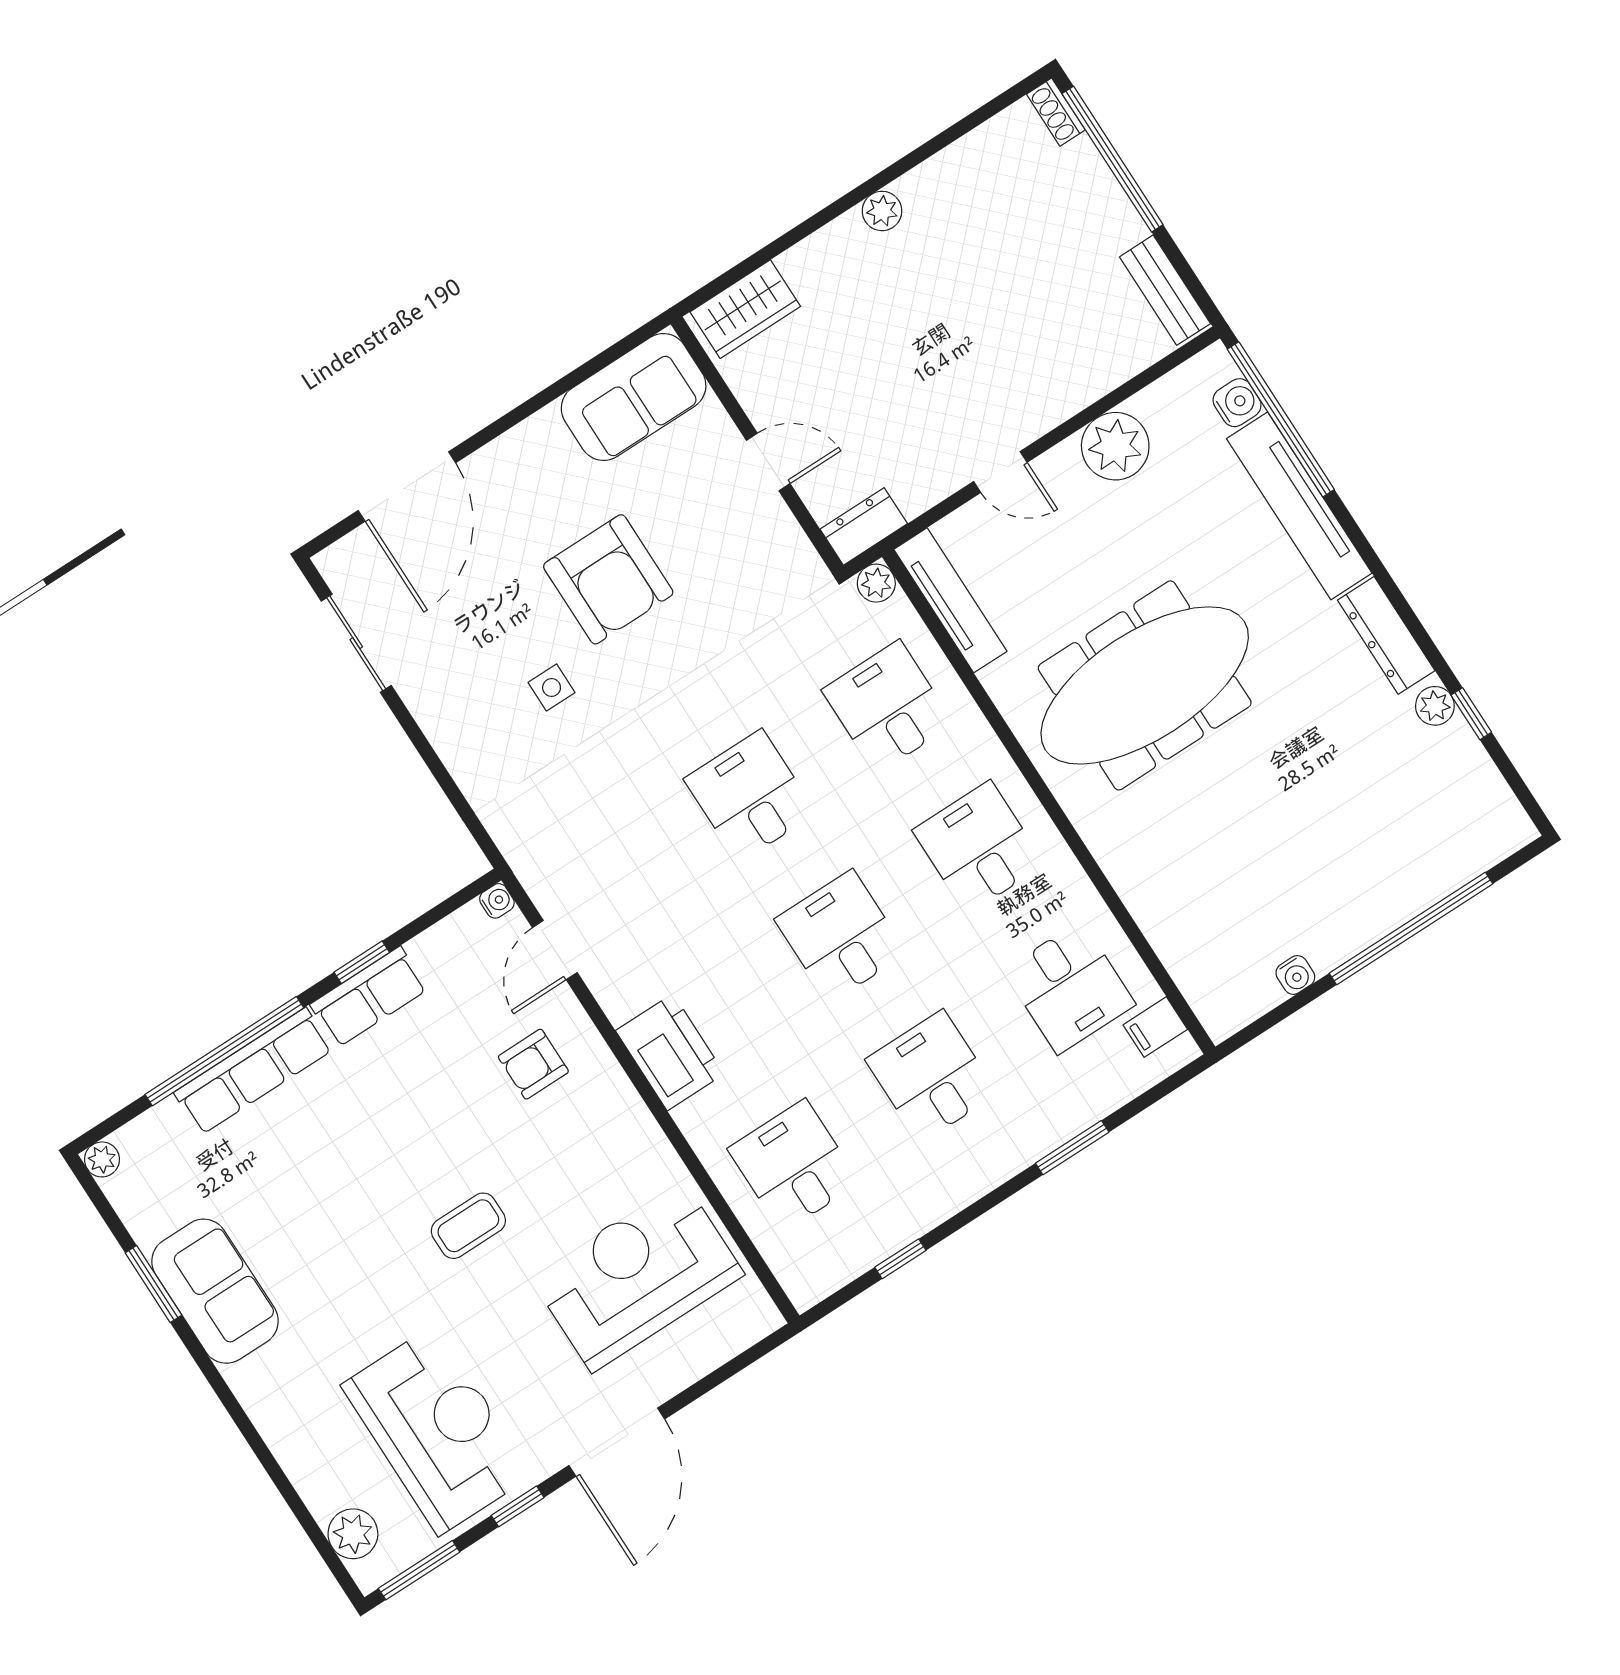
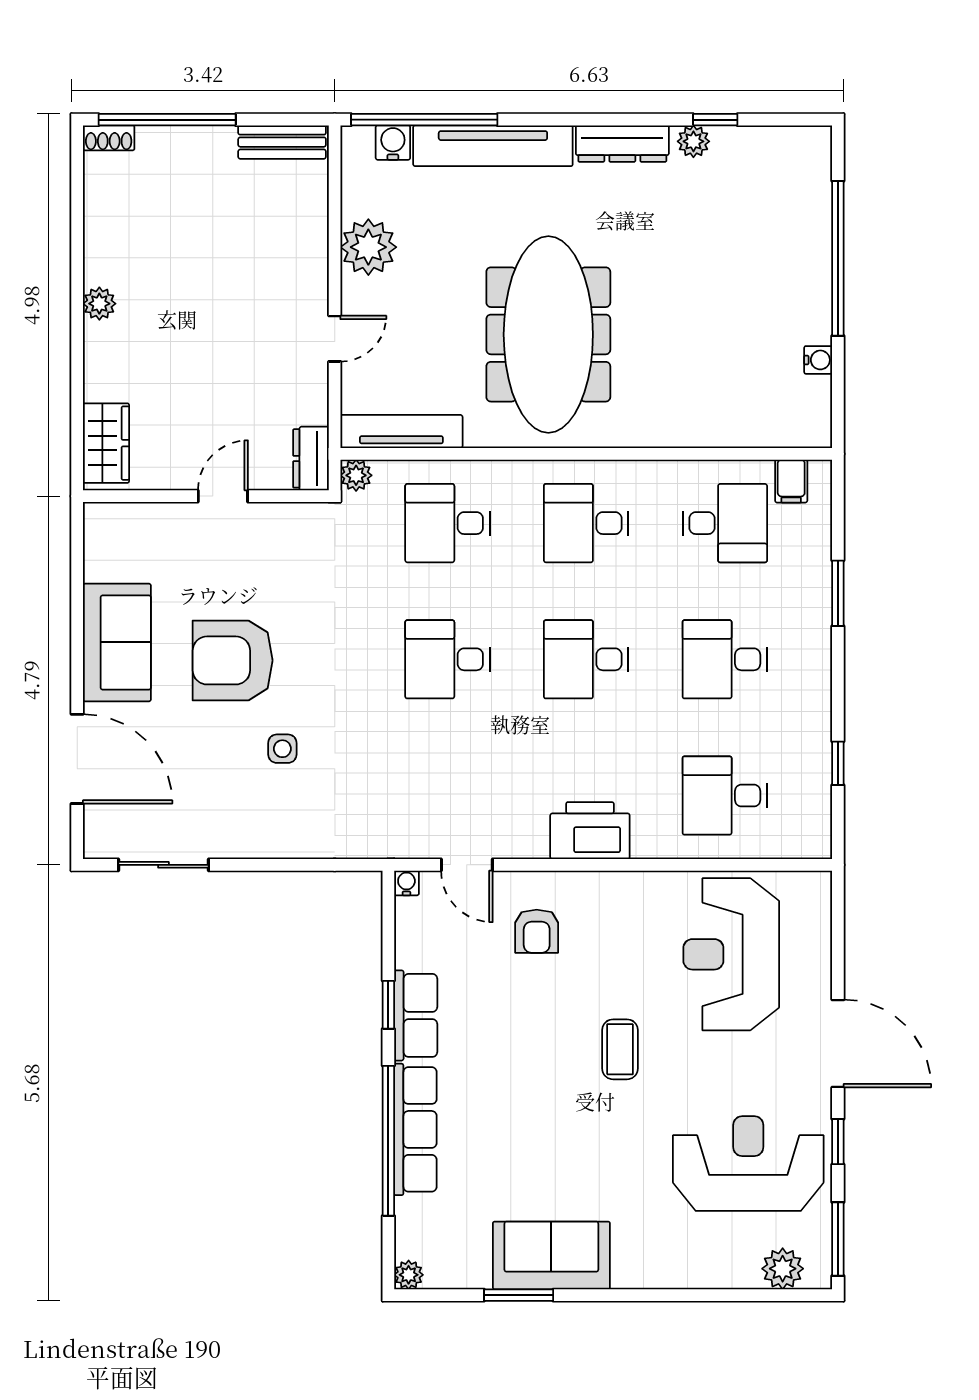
sofa: (634, 397) -> (117, 642), moved
armchair: (608, 579) -> (233, 660), turned 180

